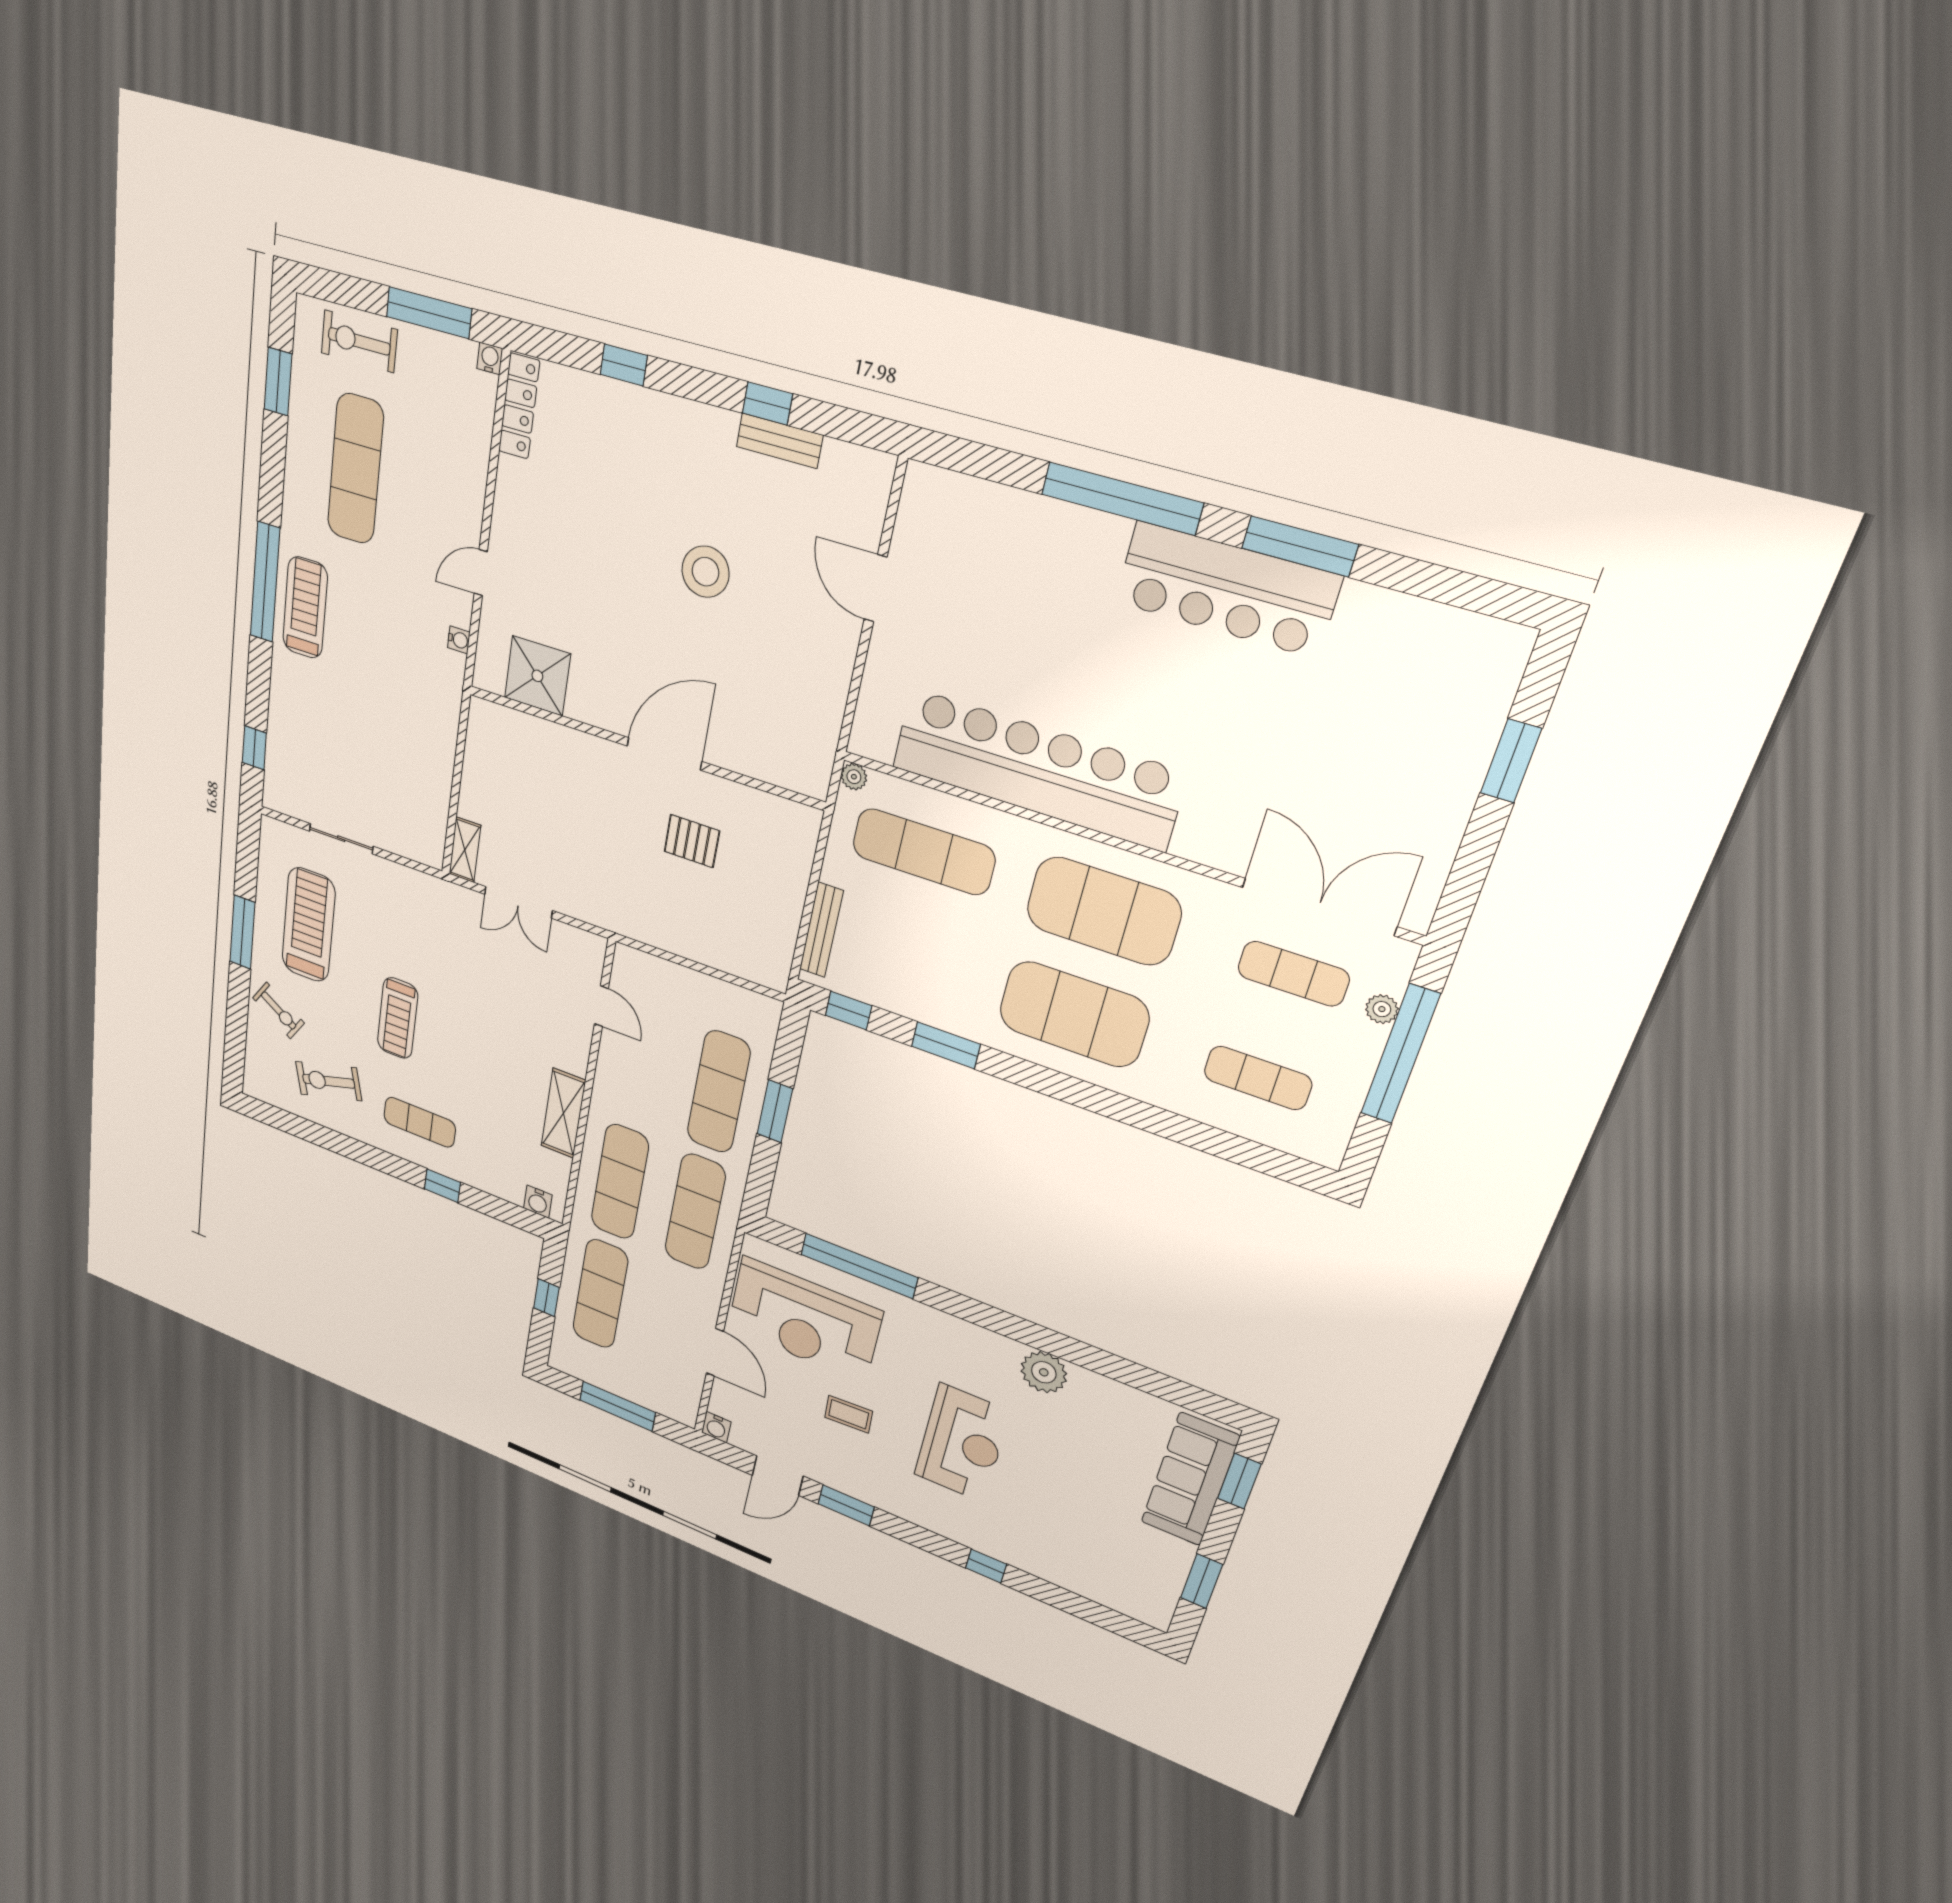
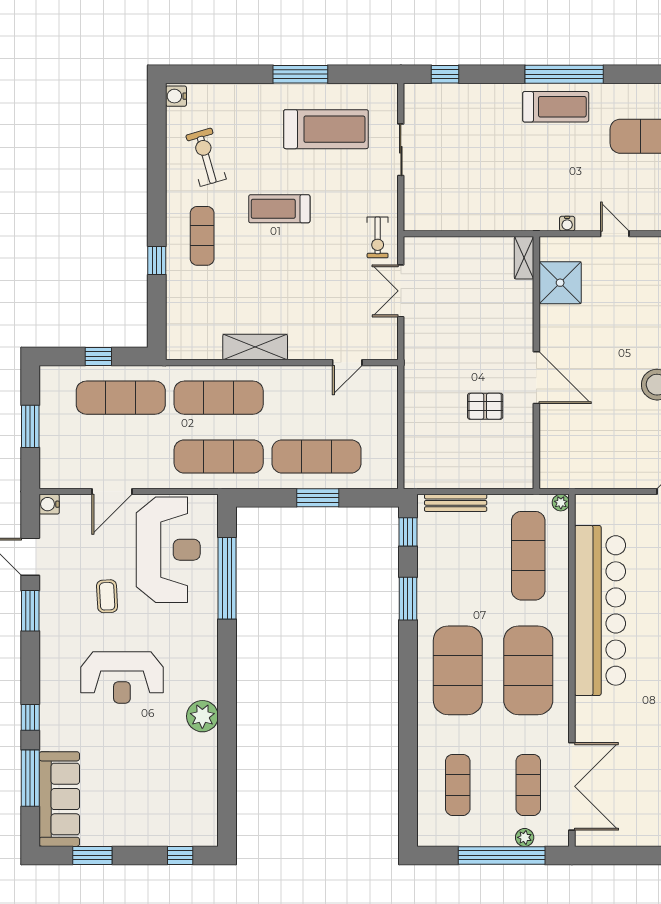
pallet: (692, 841) -> (485, 406), turned 90
shelving: (465, 850) -> (524, 258), moved, turned 90
exercise bike: (279, 1010) -> (378, 237), moved, turned -32
water cooler: (538, 1202) -> (176, 96), moved
reception desk: (804, 1320) -> (168, 550), turned 180
window: (617, 1406) -> (30, 426), width x0.69
sofa: (1190, 1479) -> (59, 799), moved, turned 90
window: (1239, 1481) -> (180, 855), width x0.67
window: (1068, 1602) -> (30, 778), added

